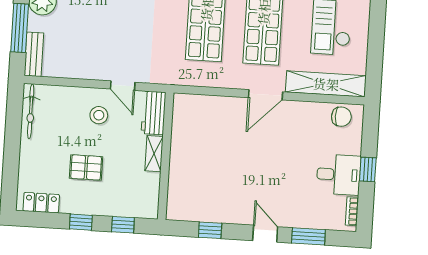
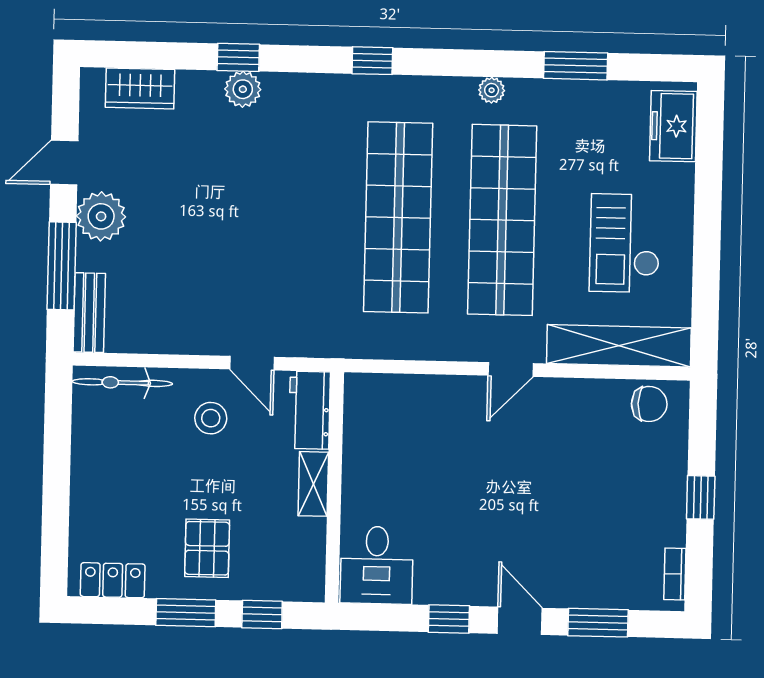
door: (266, 95) -> (511, 369), width x0.73
bicycle: (31, 111) -> (122, 383), moved, turned 90
pallet: (86, 167) -> (207, 548), moved, turned 90
desk: (339, 175) -> (377, 565), moved, turned 90
window: (81, 222) -> (186, 613), width x1.50
window: (210, 230) -> (449, 619), moved

